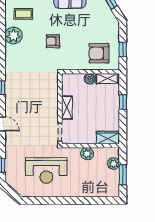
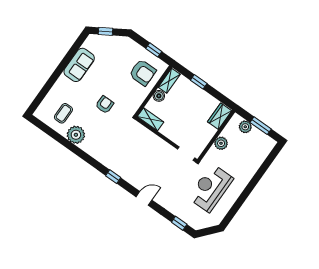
armchair: (53, 41) -> (105, 105), turned 180
armchair: (99, 53) -> (143, 73), turned -90
shelving: (67, 108) -> (151, 119), moved
reception desk: (46, 170) -> (211, 188), turned 180

